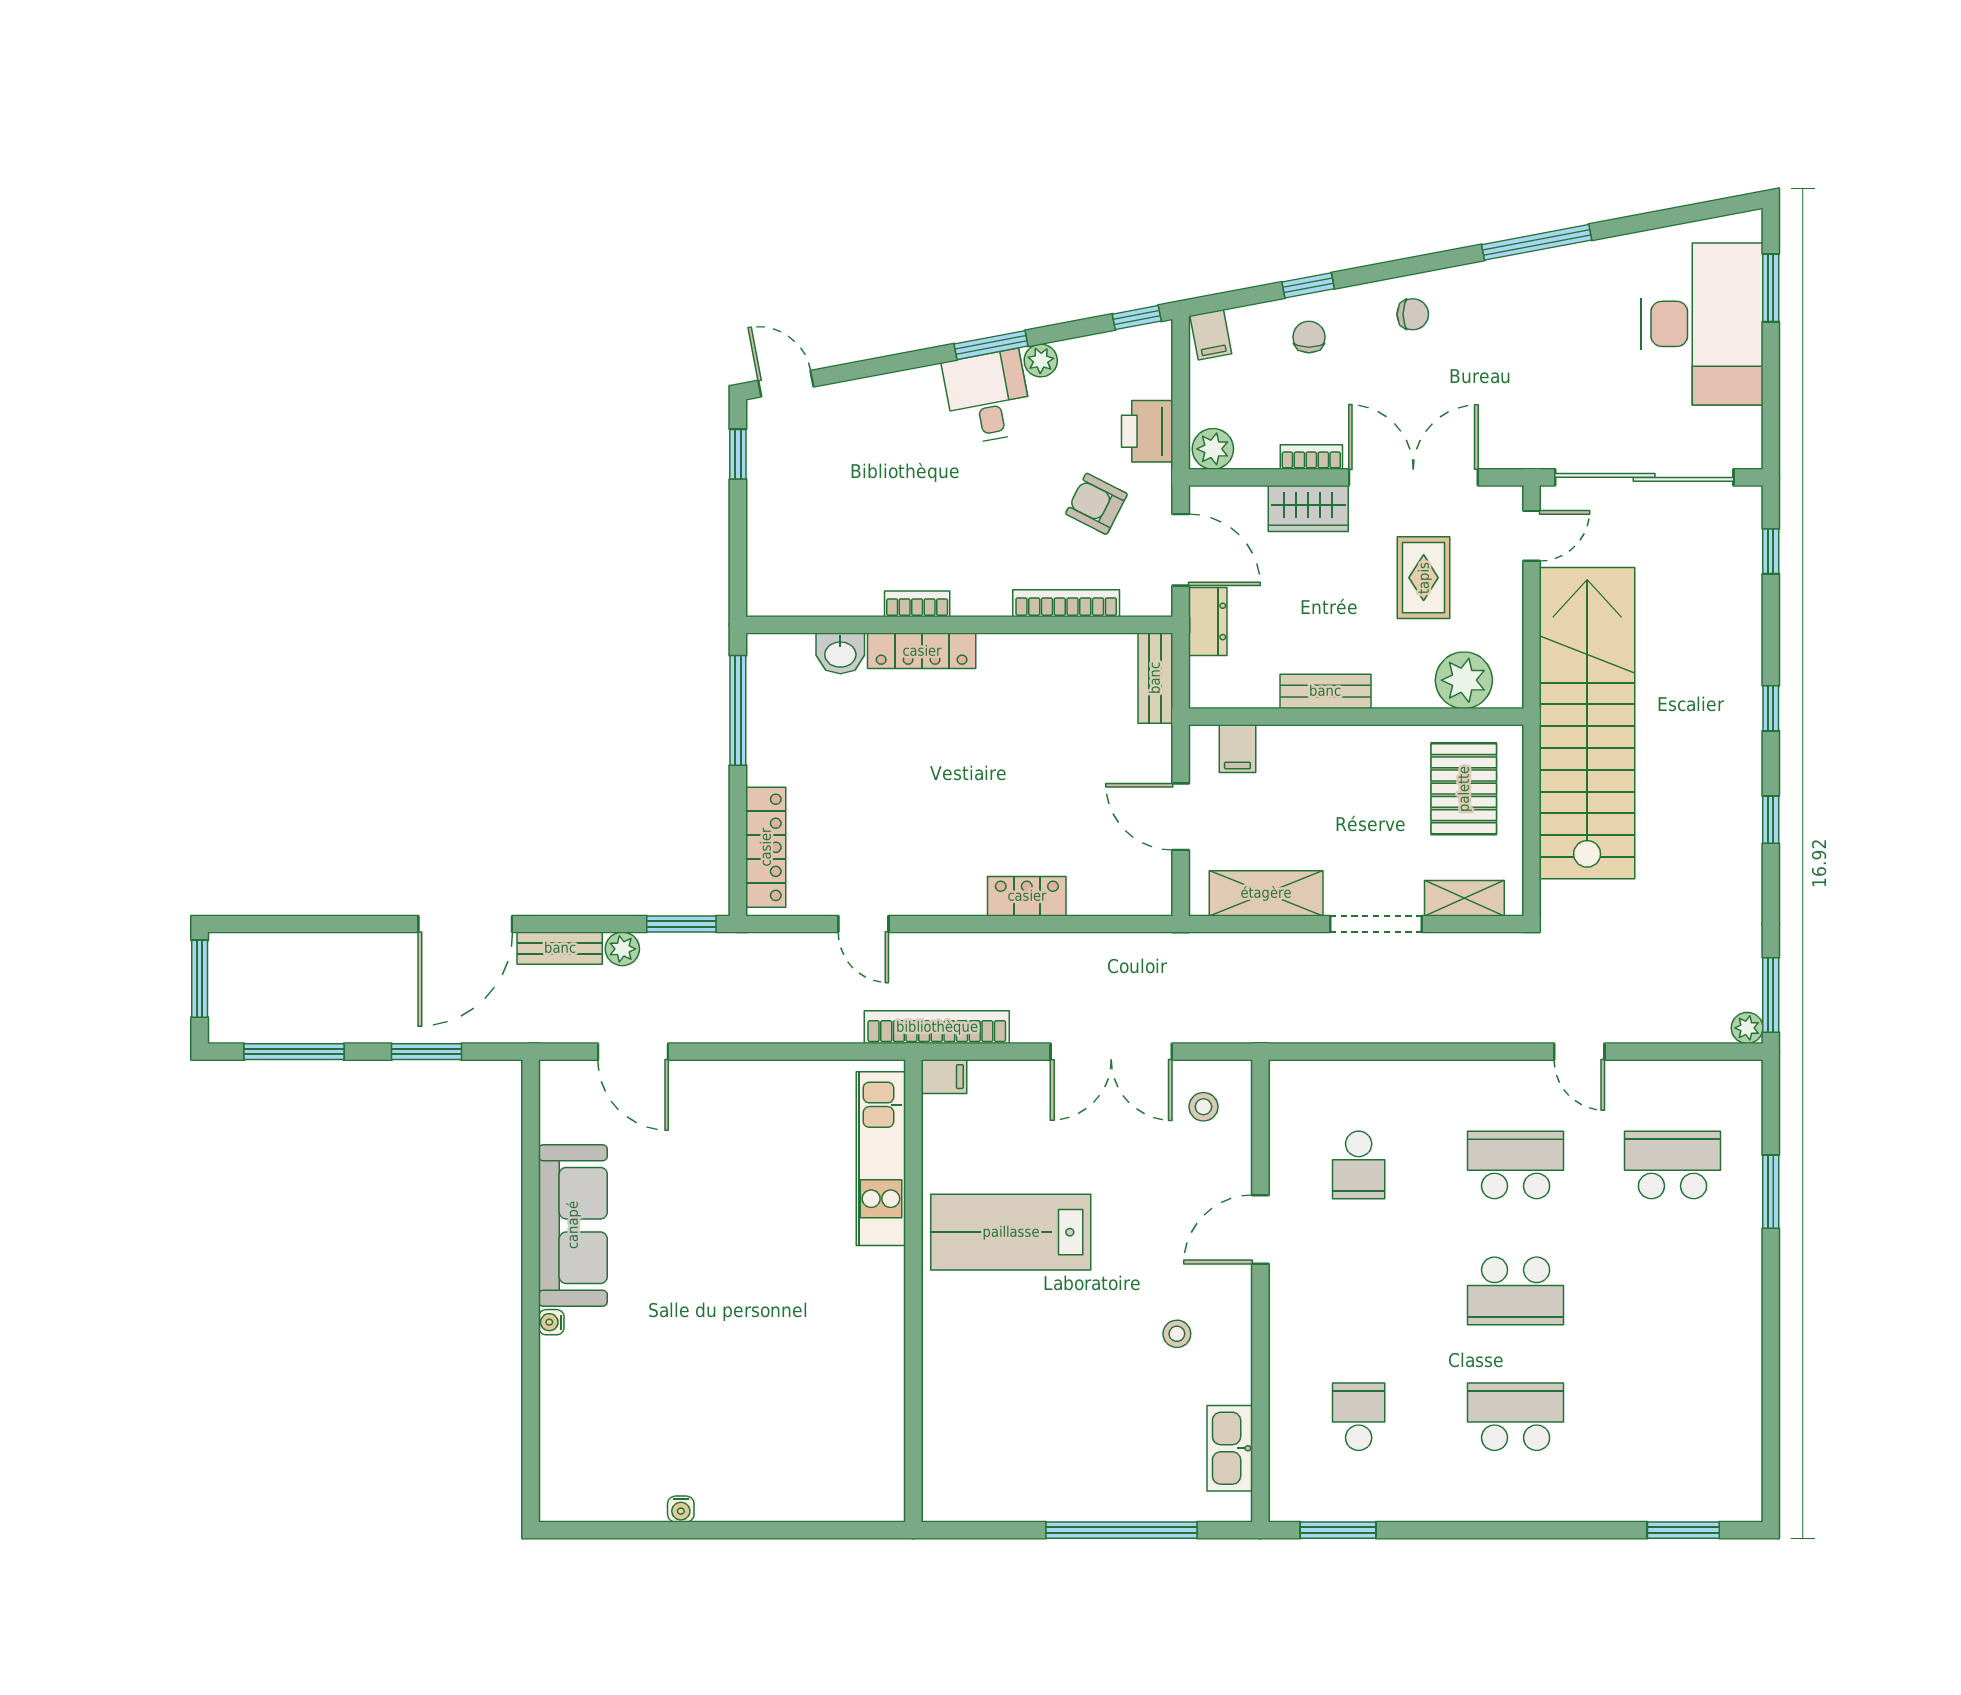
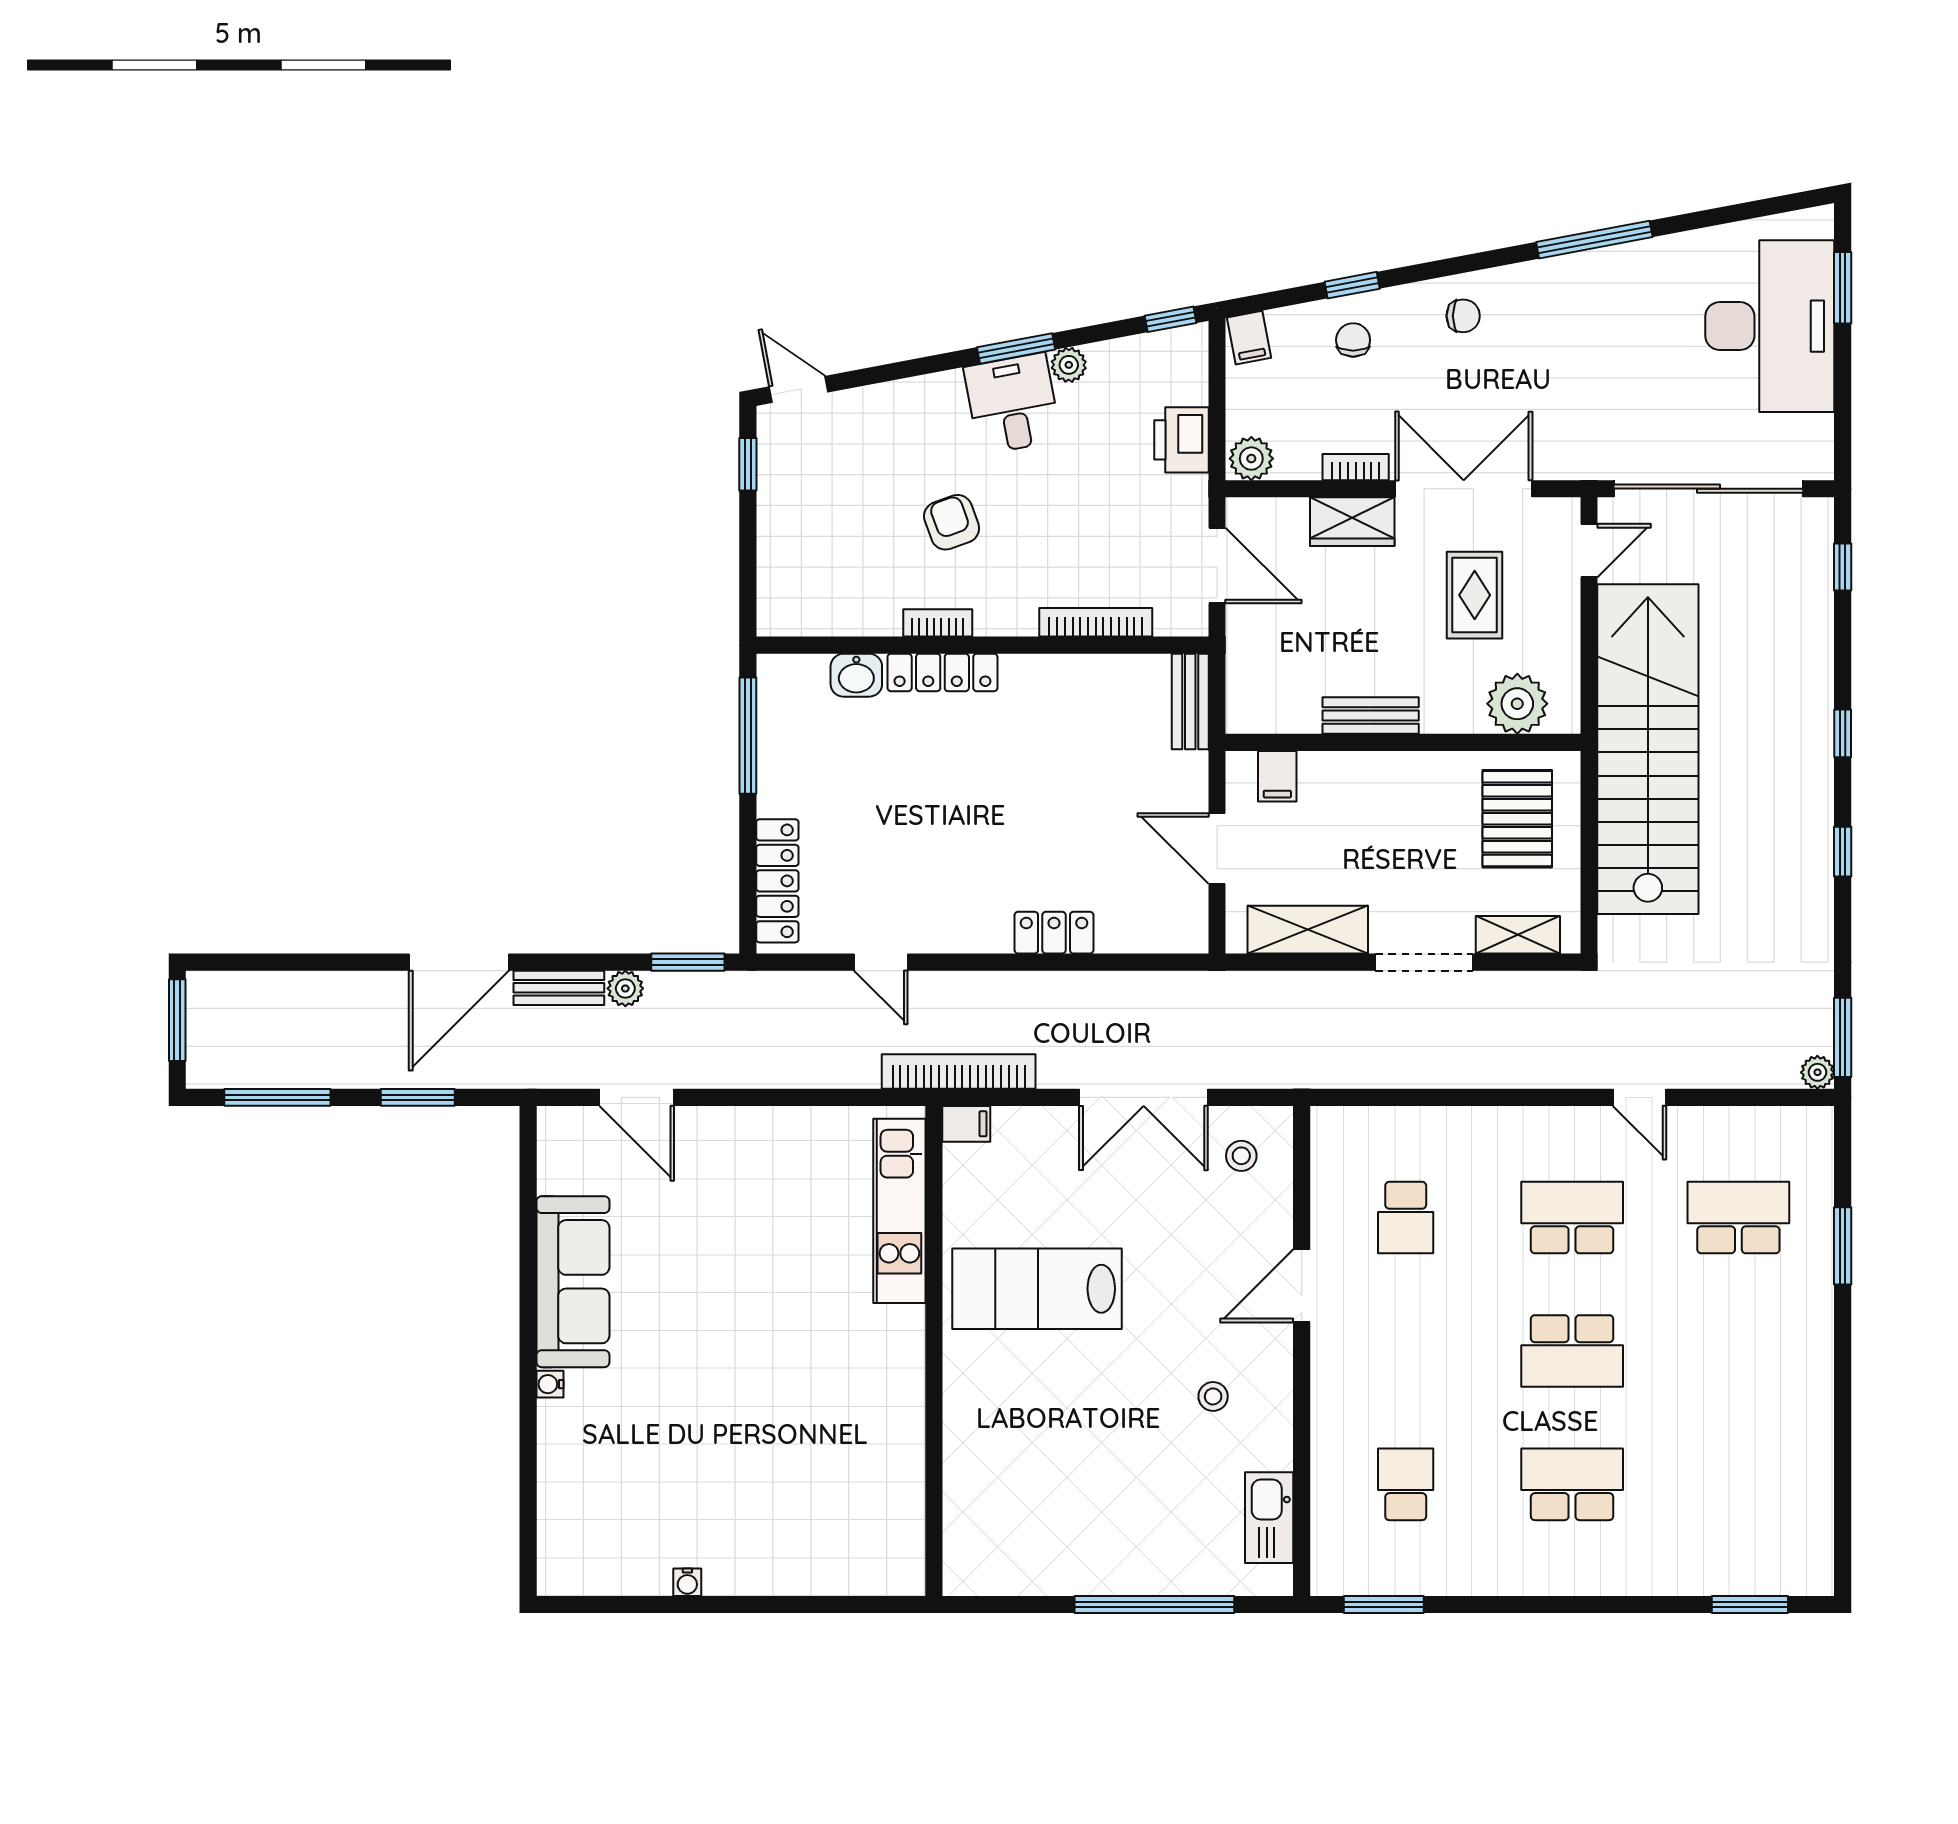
armchair: (1096, 504) -> (952, 522), moved, turned 43
dresser: (1208, 621) -> (1246, 641), removed

